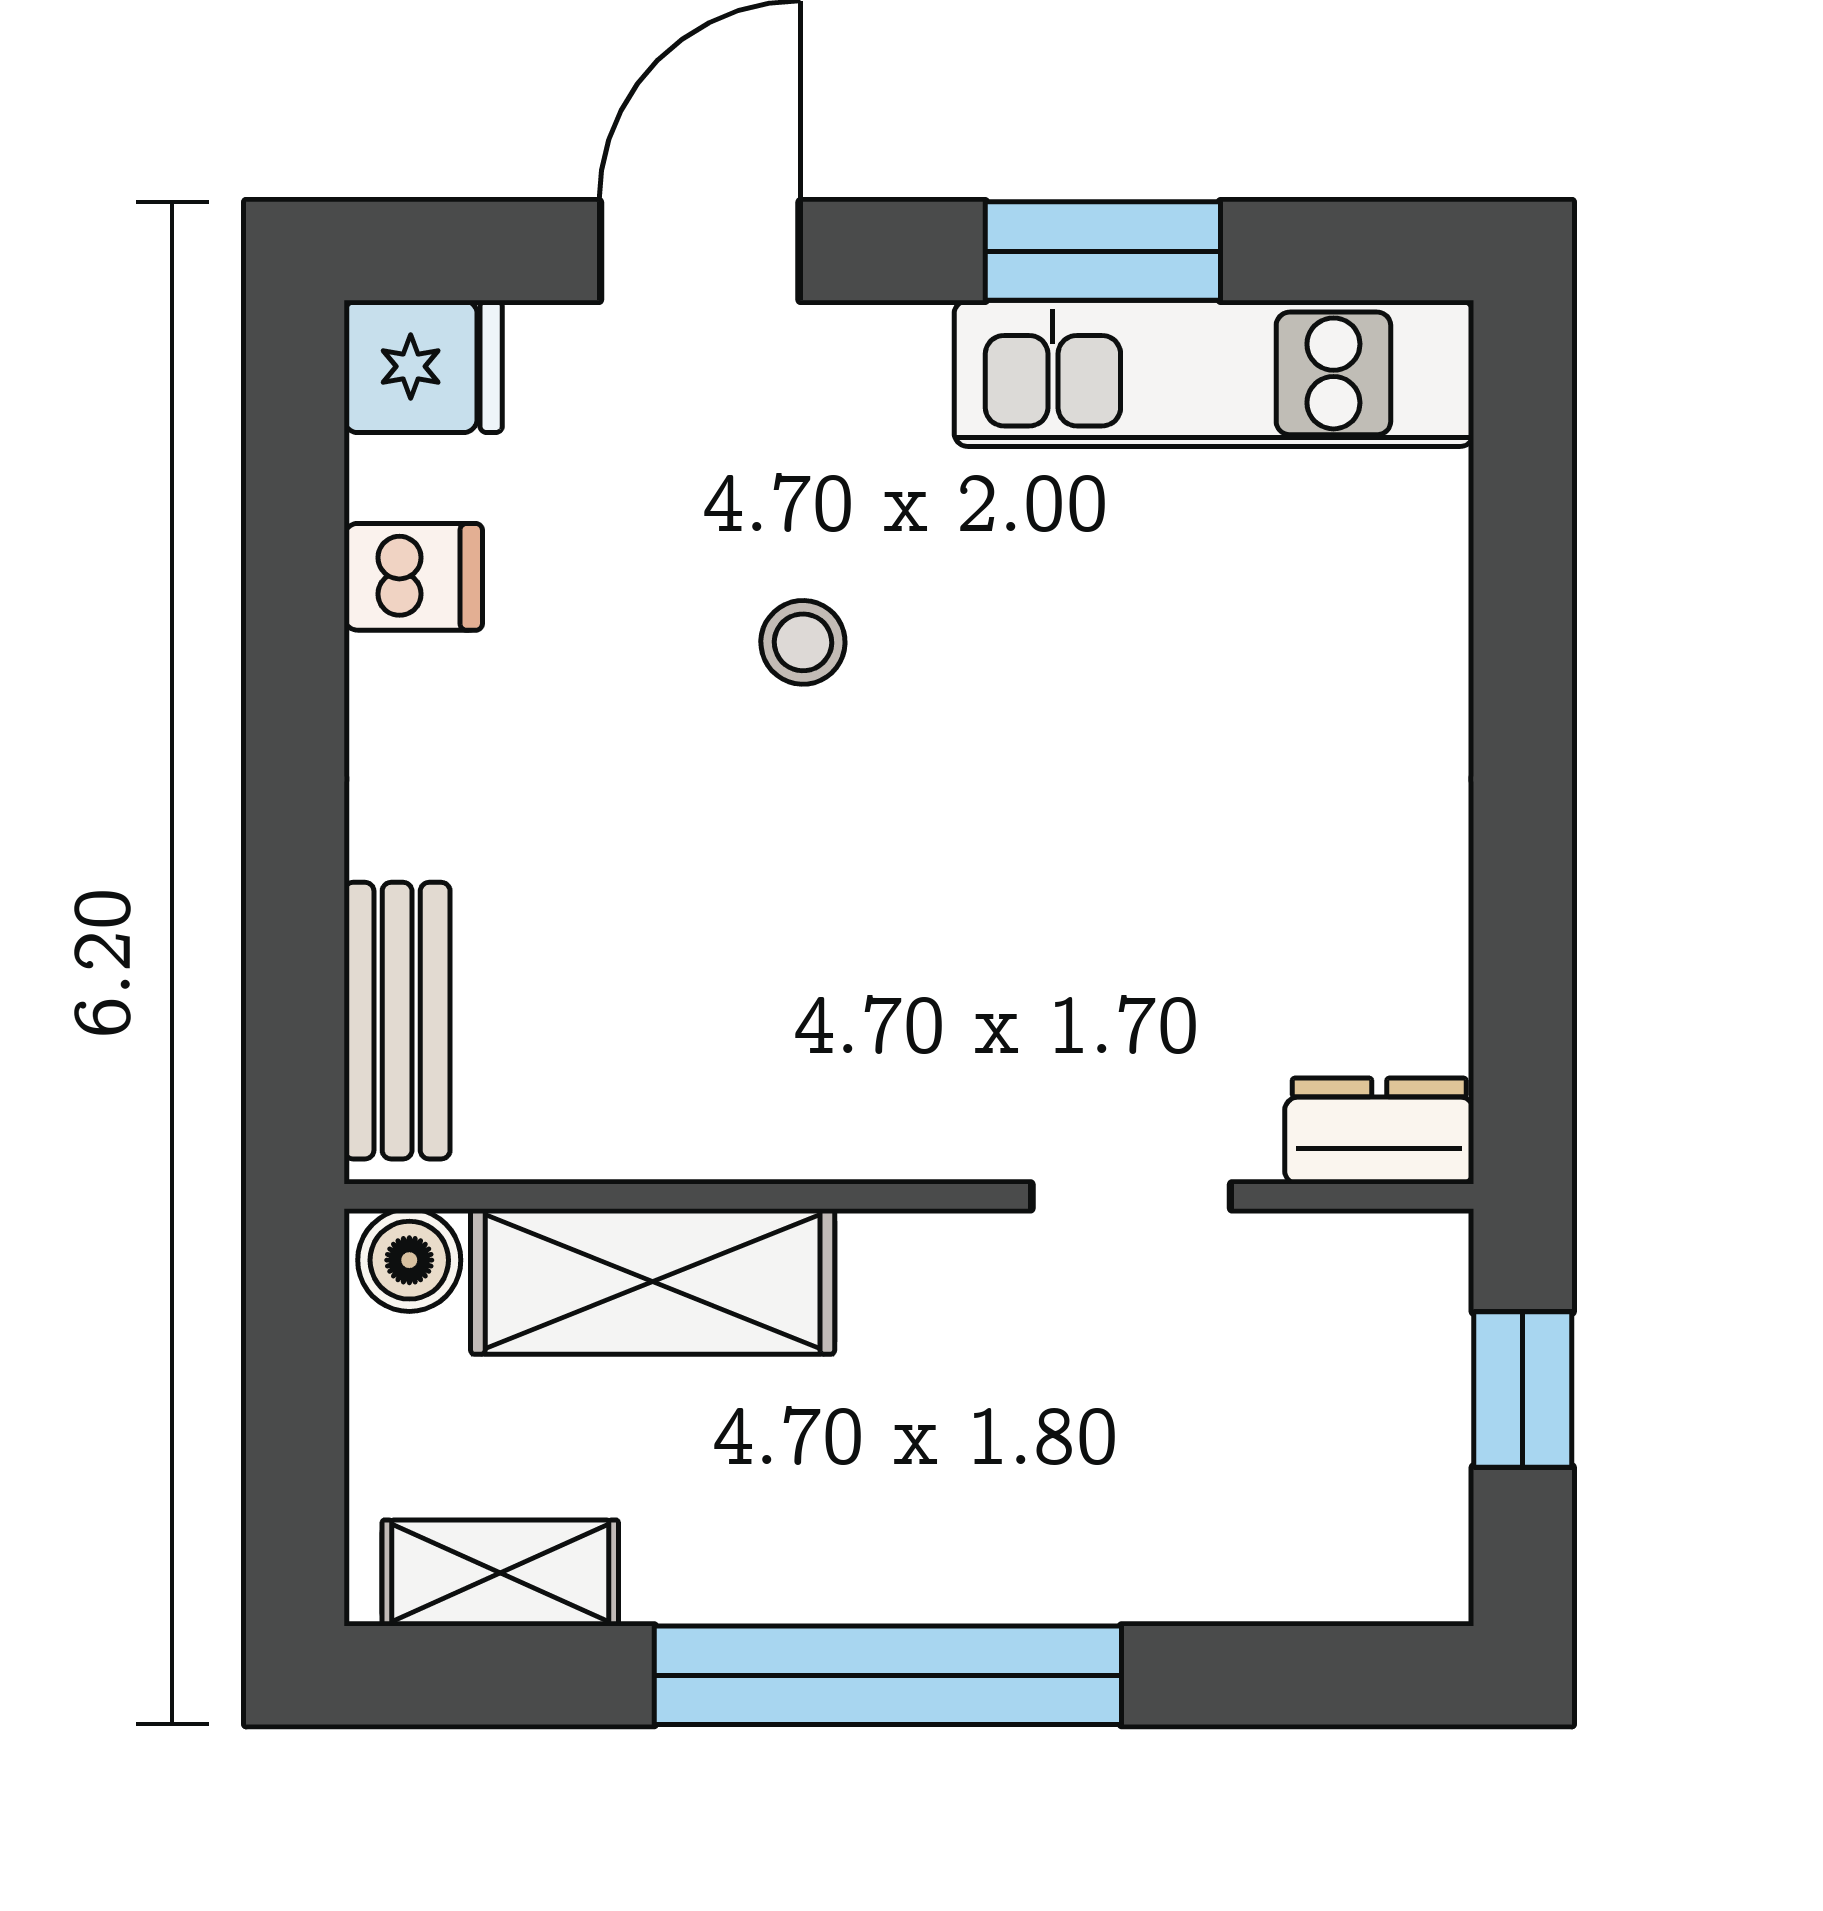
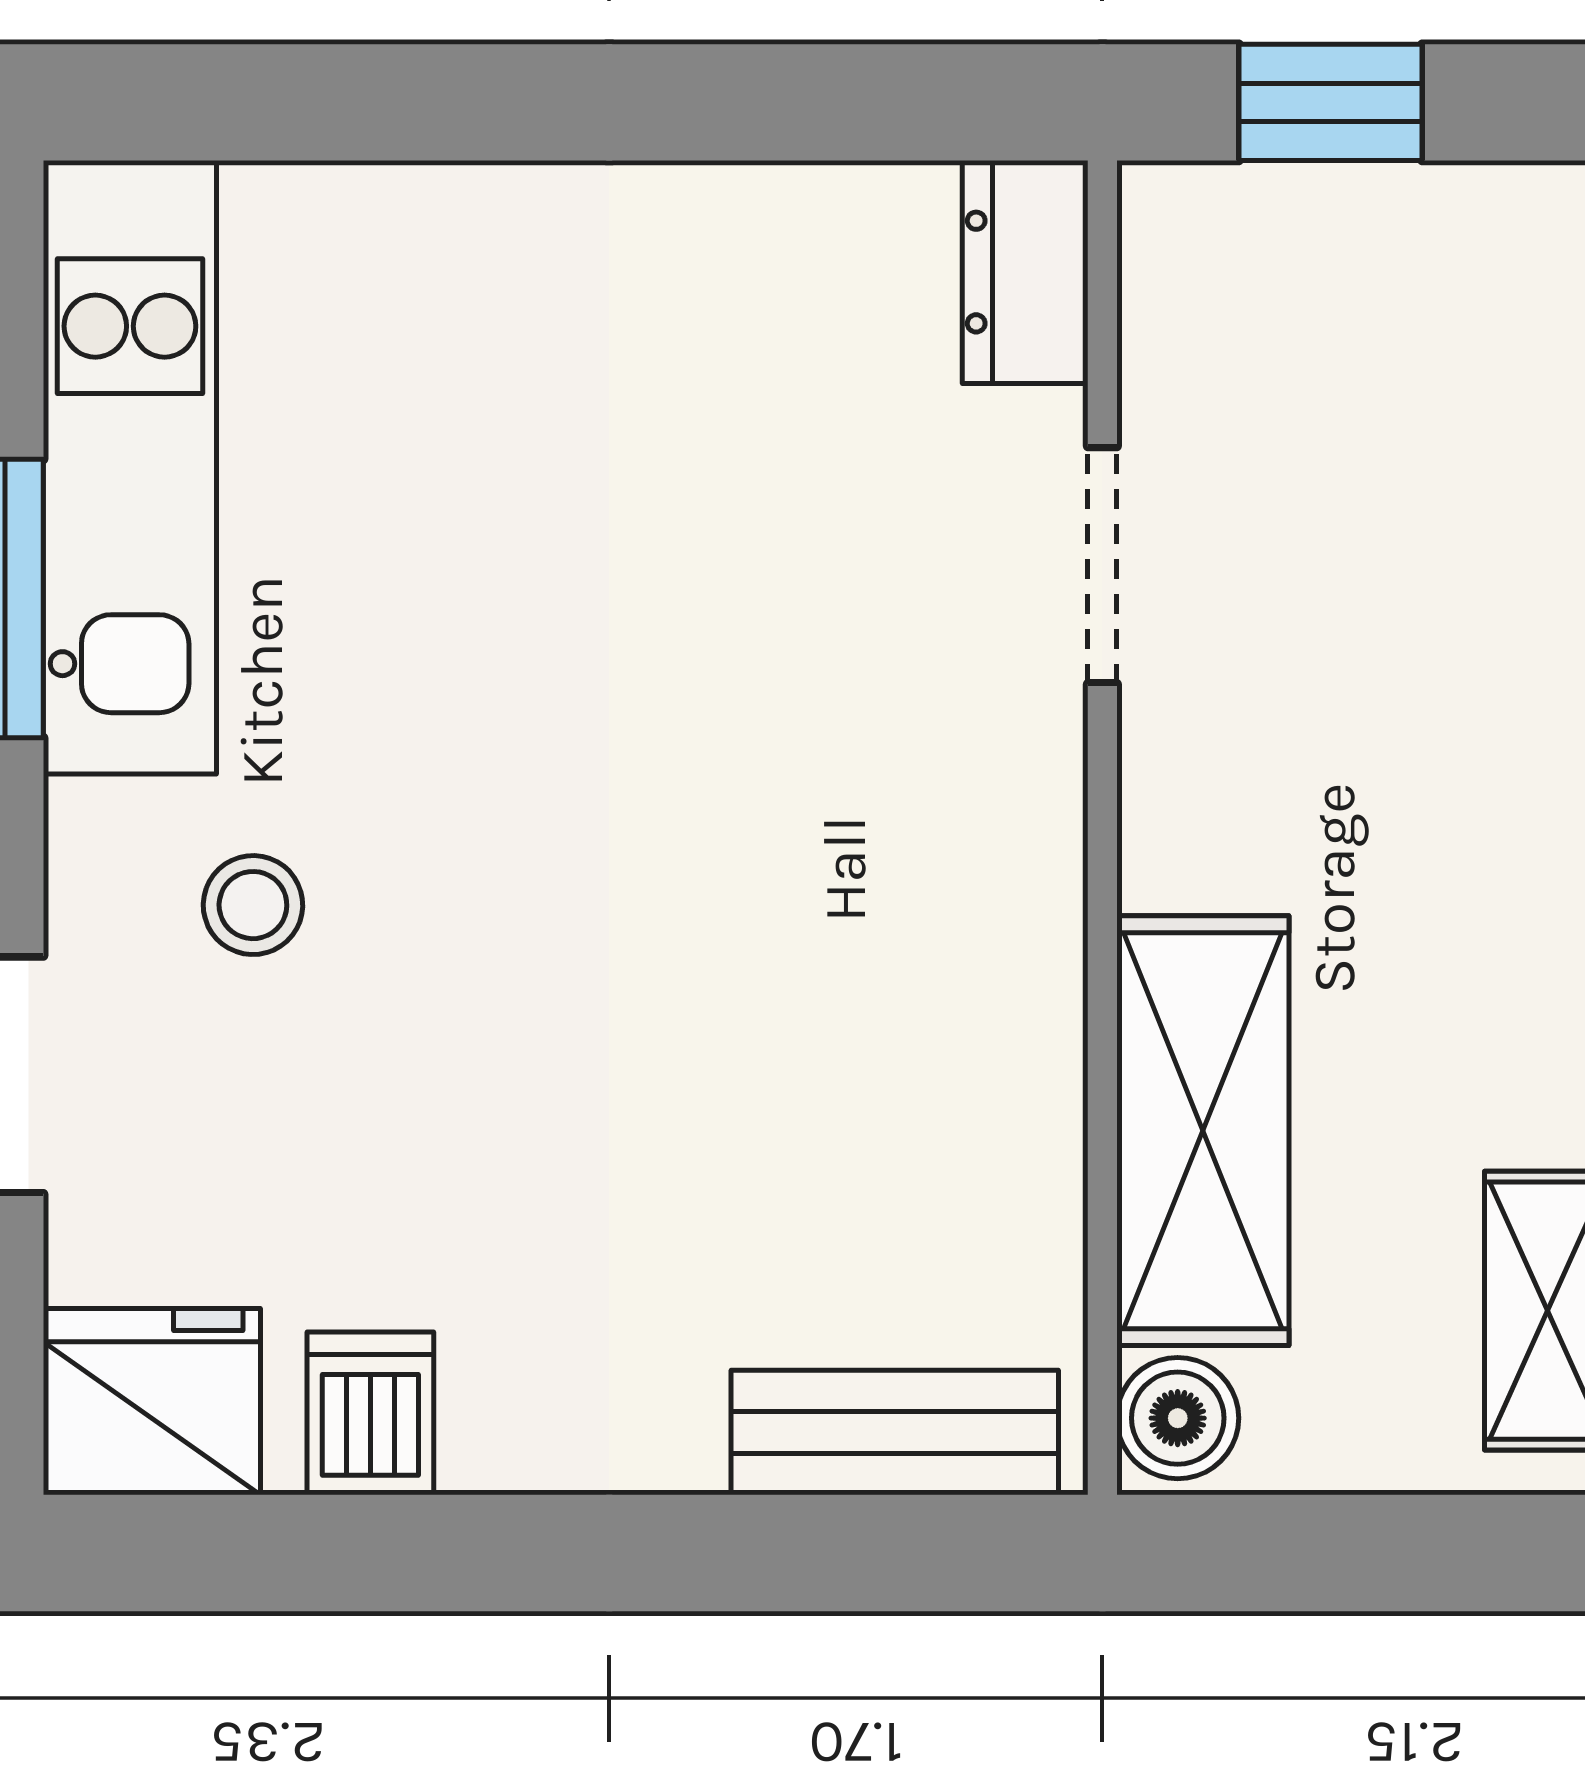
fridge: (423, 366) -> (152, 1402), width x1.38
stool: (803, 642) -> (253, 905), moved

